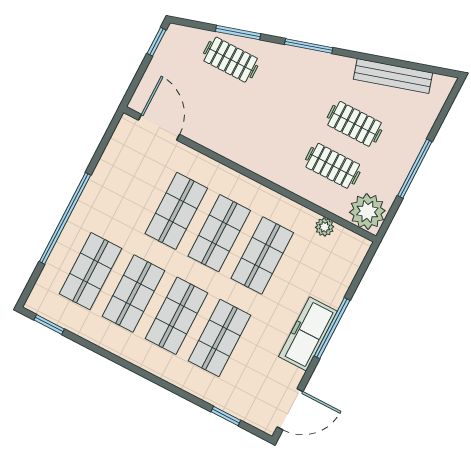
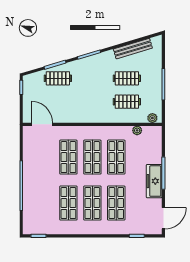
plant: (367, 211) -> (152, 118), width x0.53, depth x0.53
shop shelf: (90, 271) -> (44, 203), removed

